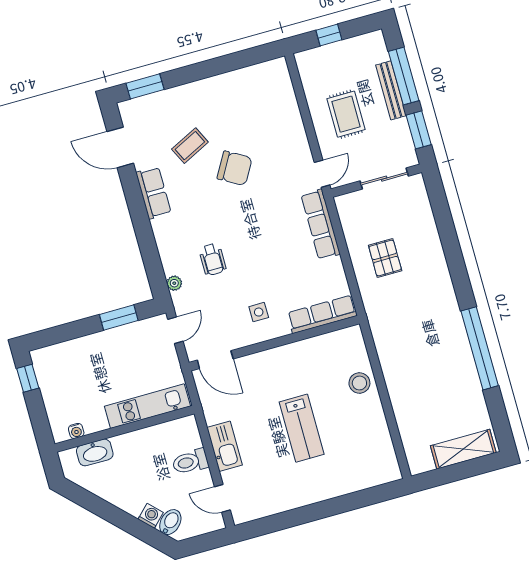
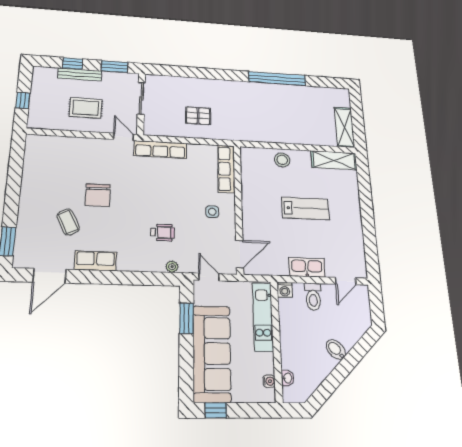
window: (404, 76) -> (73, 64), width x0.46
chair: (235, 168) -> (98, 195), turned 150
sofa: (88, 357) -> (212, 353), added
shelving: (463, 449) -> (344, 127), moved
washbasin: (95, 452) -> (288, 378), width x0.52, depth x0.69
shelving: (383, 452) -> (334, 160), added
washing machine: (151, 516) -> (285, 290), moved, turned -135
bidet: (170, 522) -> (336, 350), moved

